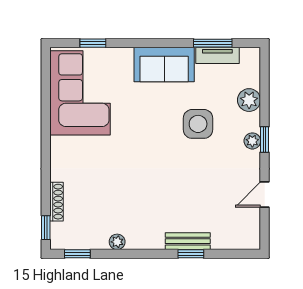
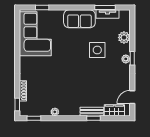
door: (265, 194) -> (132, 97), moved
wardrobe: (231, 239) -> (114, 110), added

